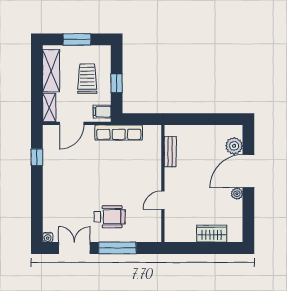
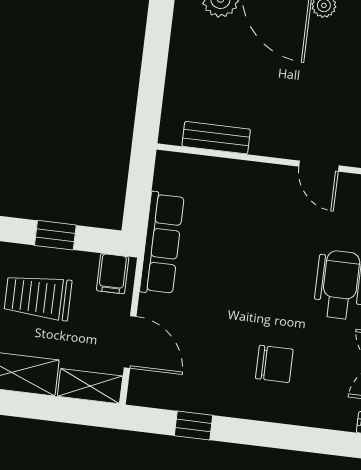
chair: (70, 191) -> (274, 364), added

